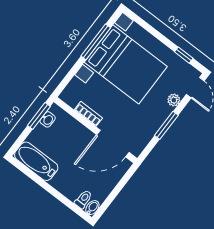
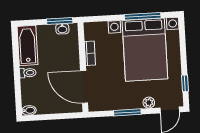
toilet: (83, 199) -> (28, 73), moved

